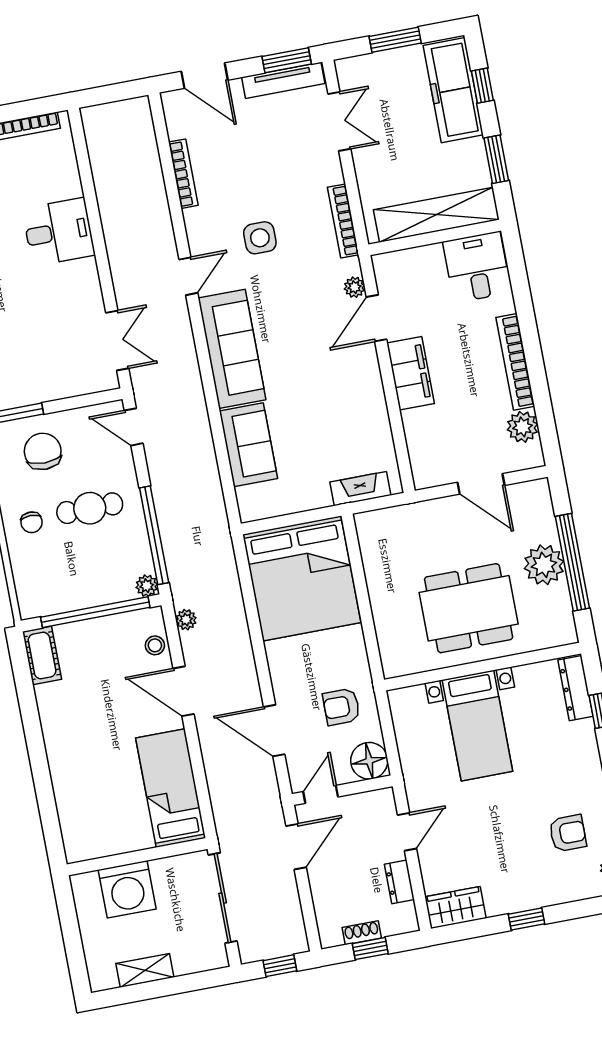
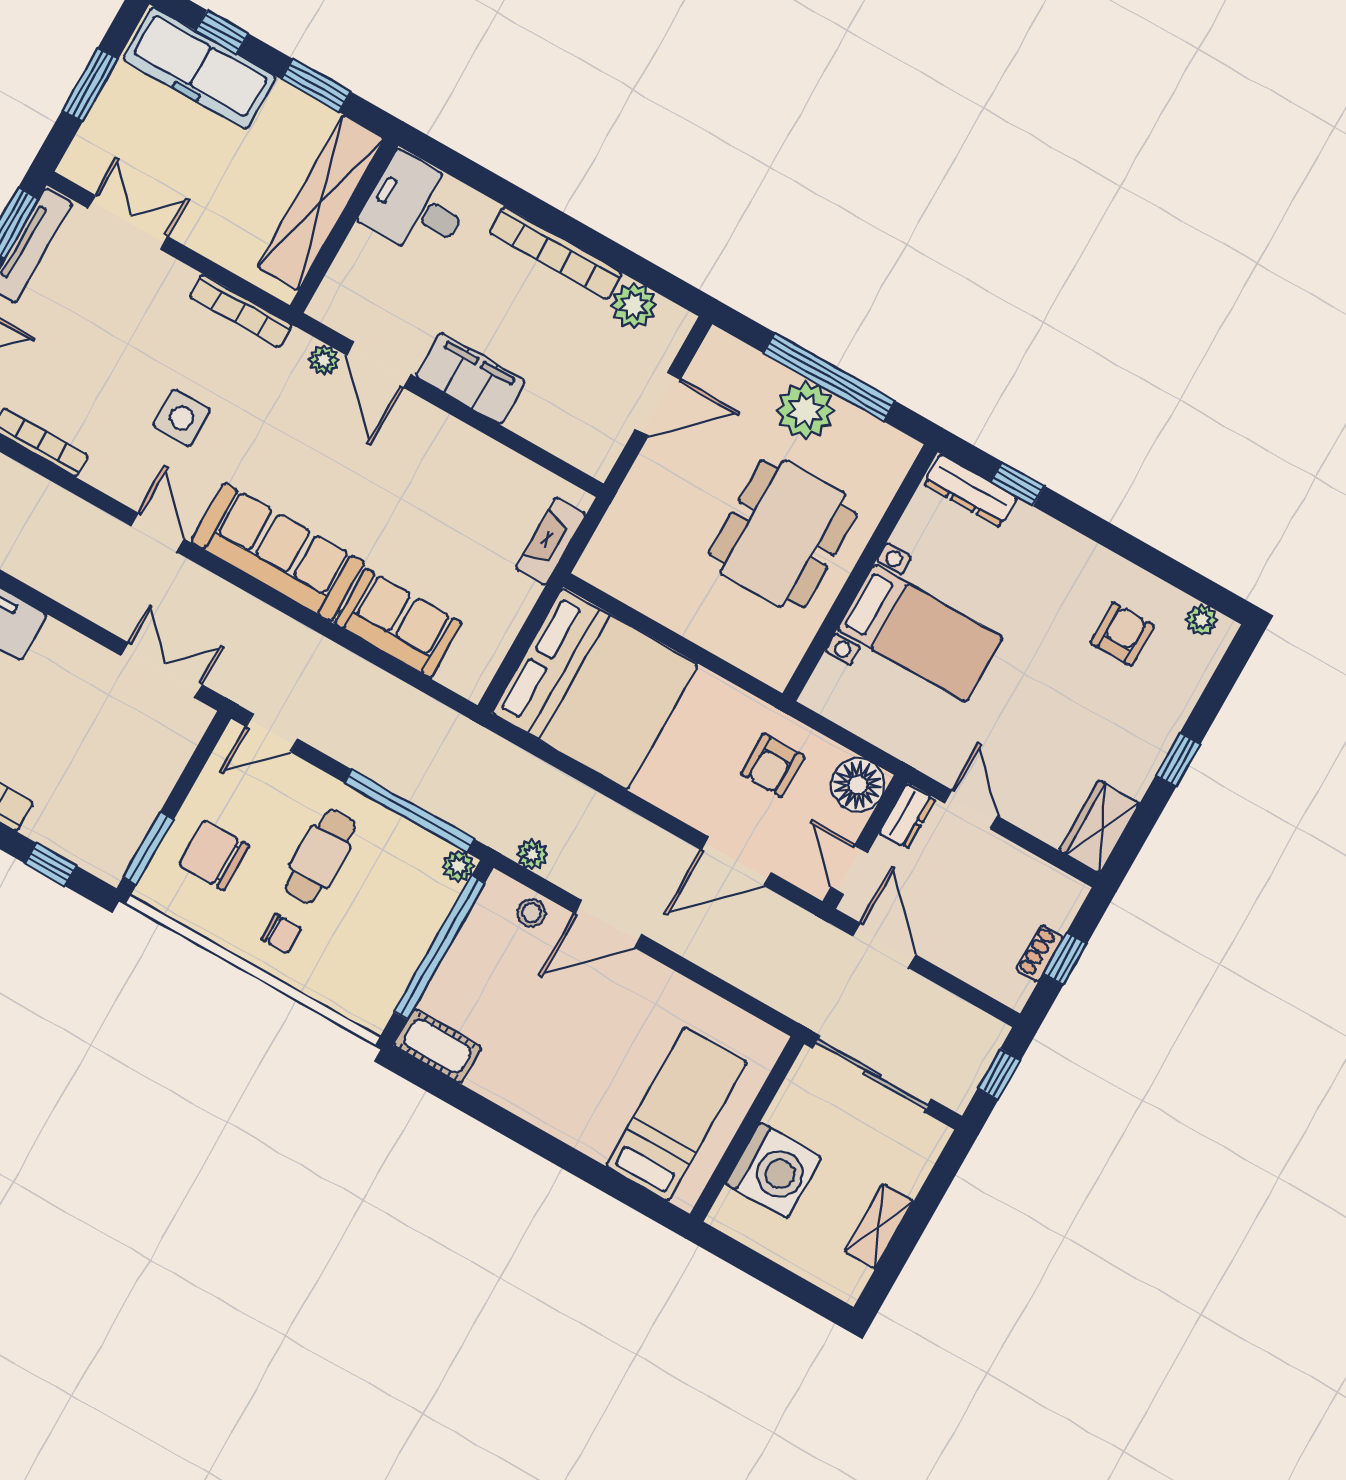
bed: (171, 788) -> (676, 1114), moved, turned 90
dresser: (399, 882) -> (908, 816), moved, turned -90

